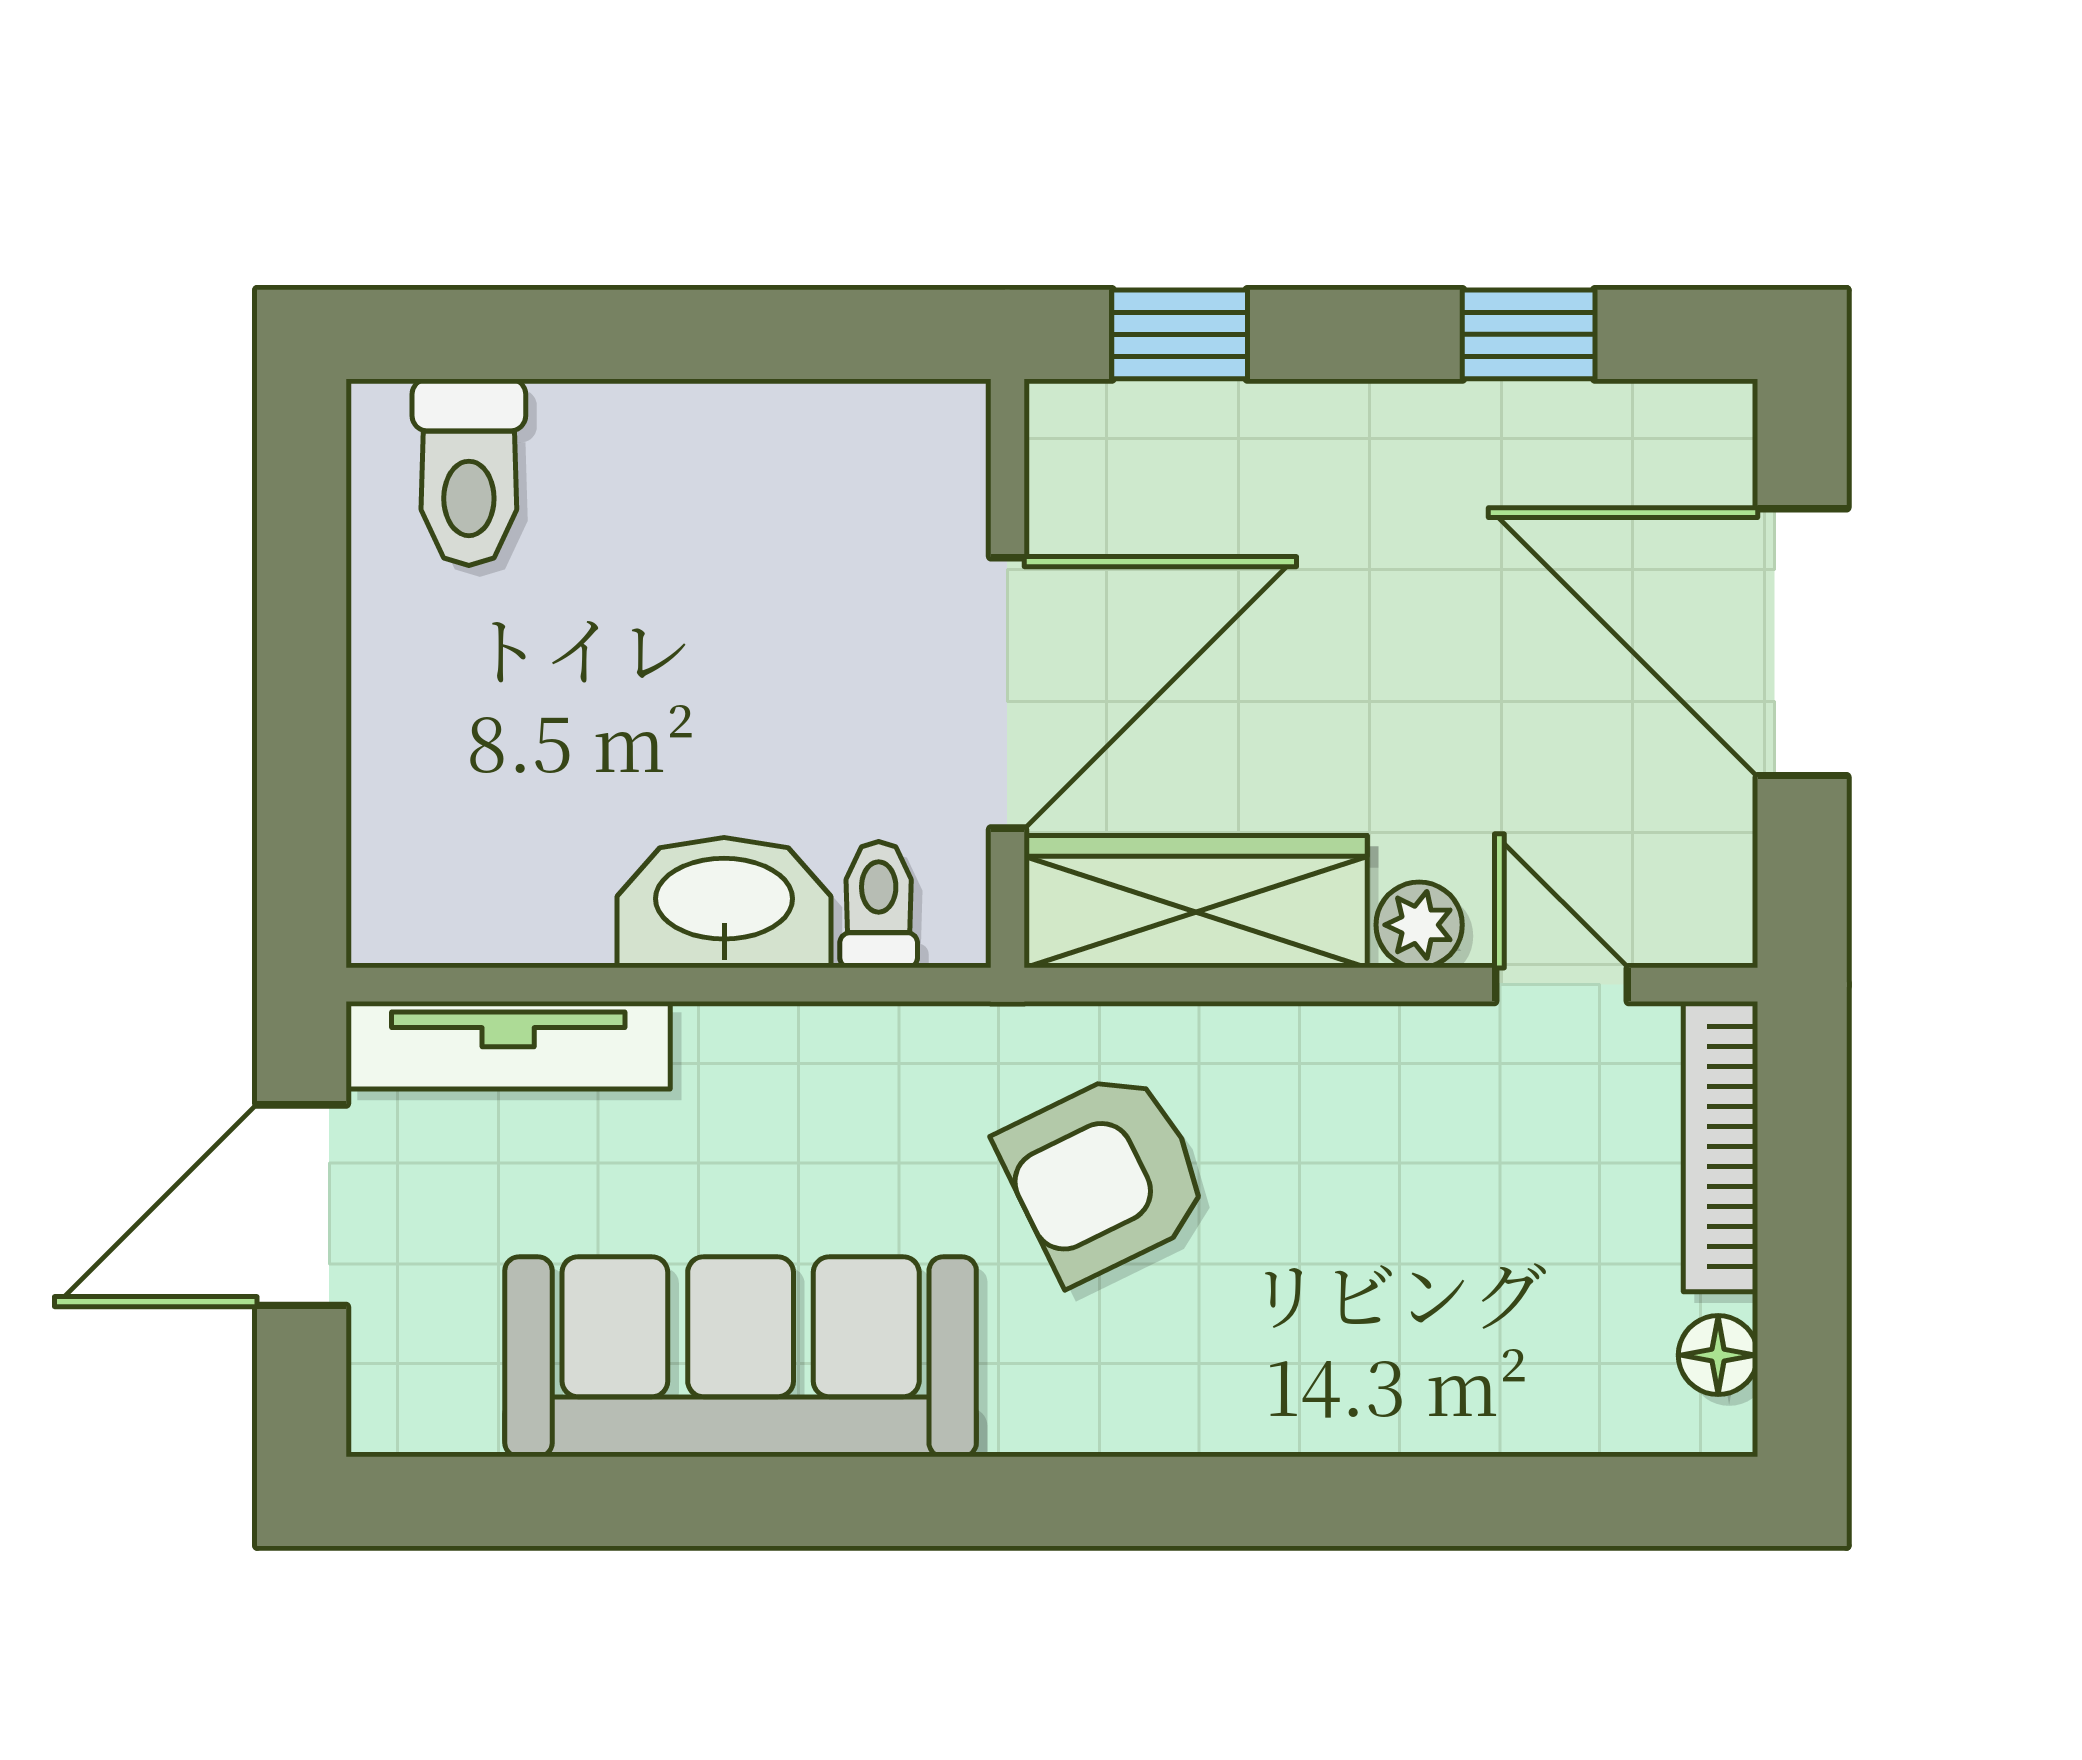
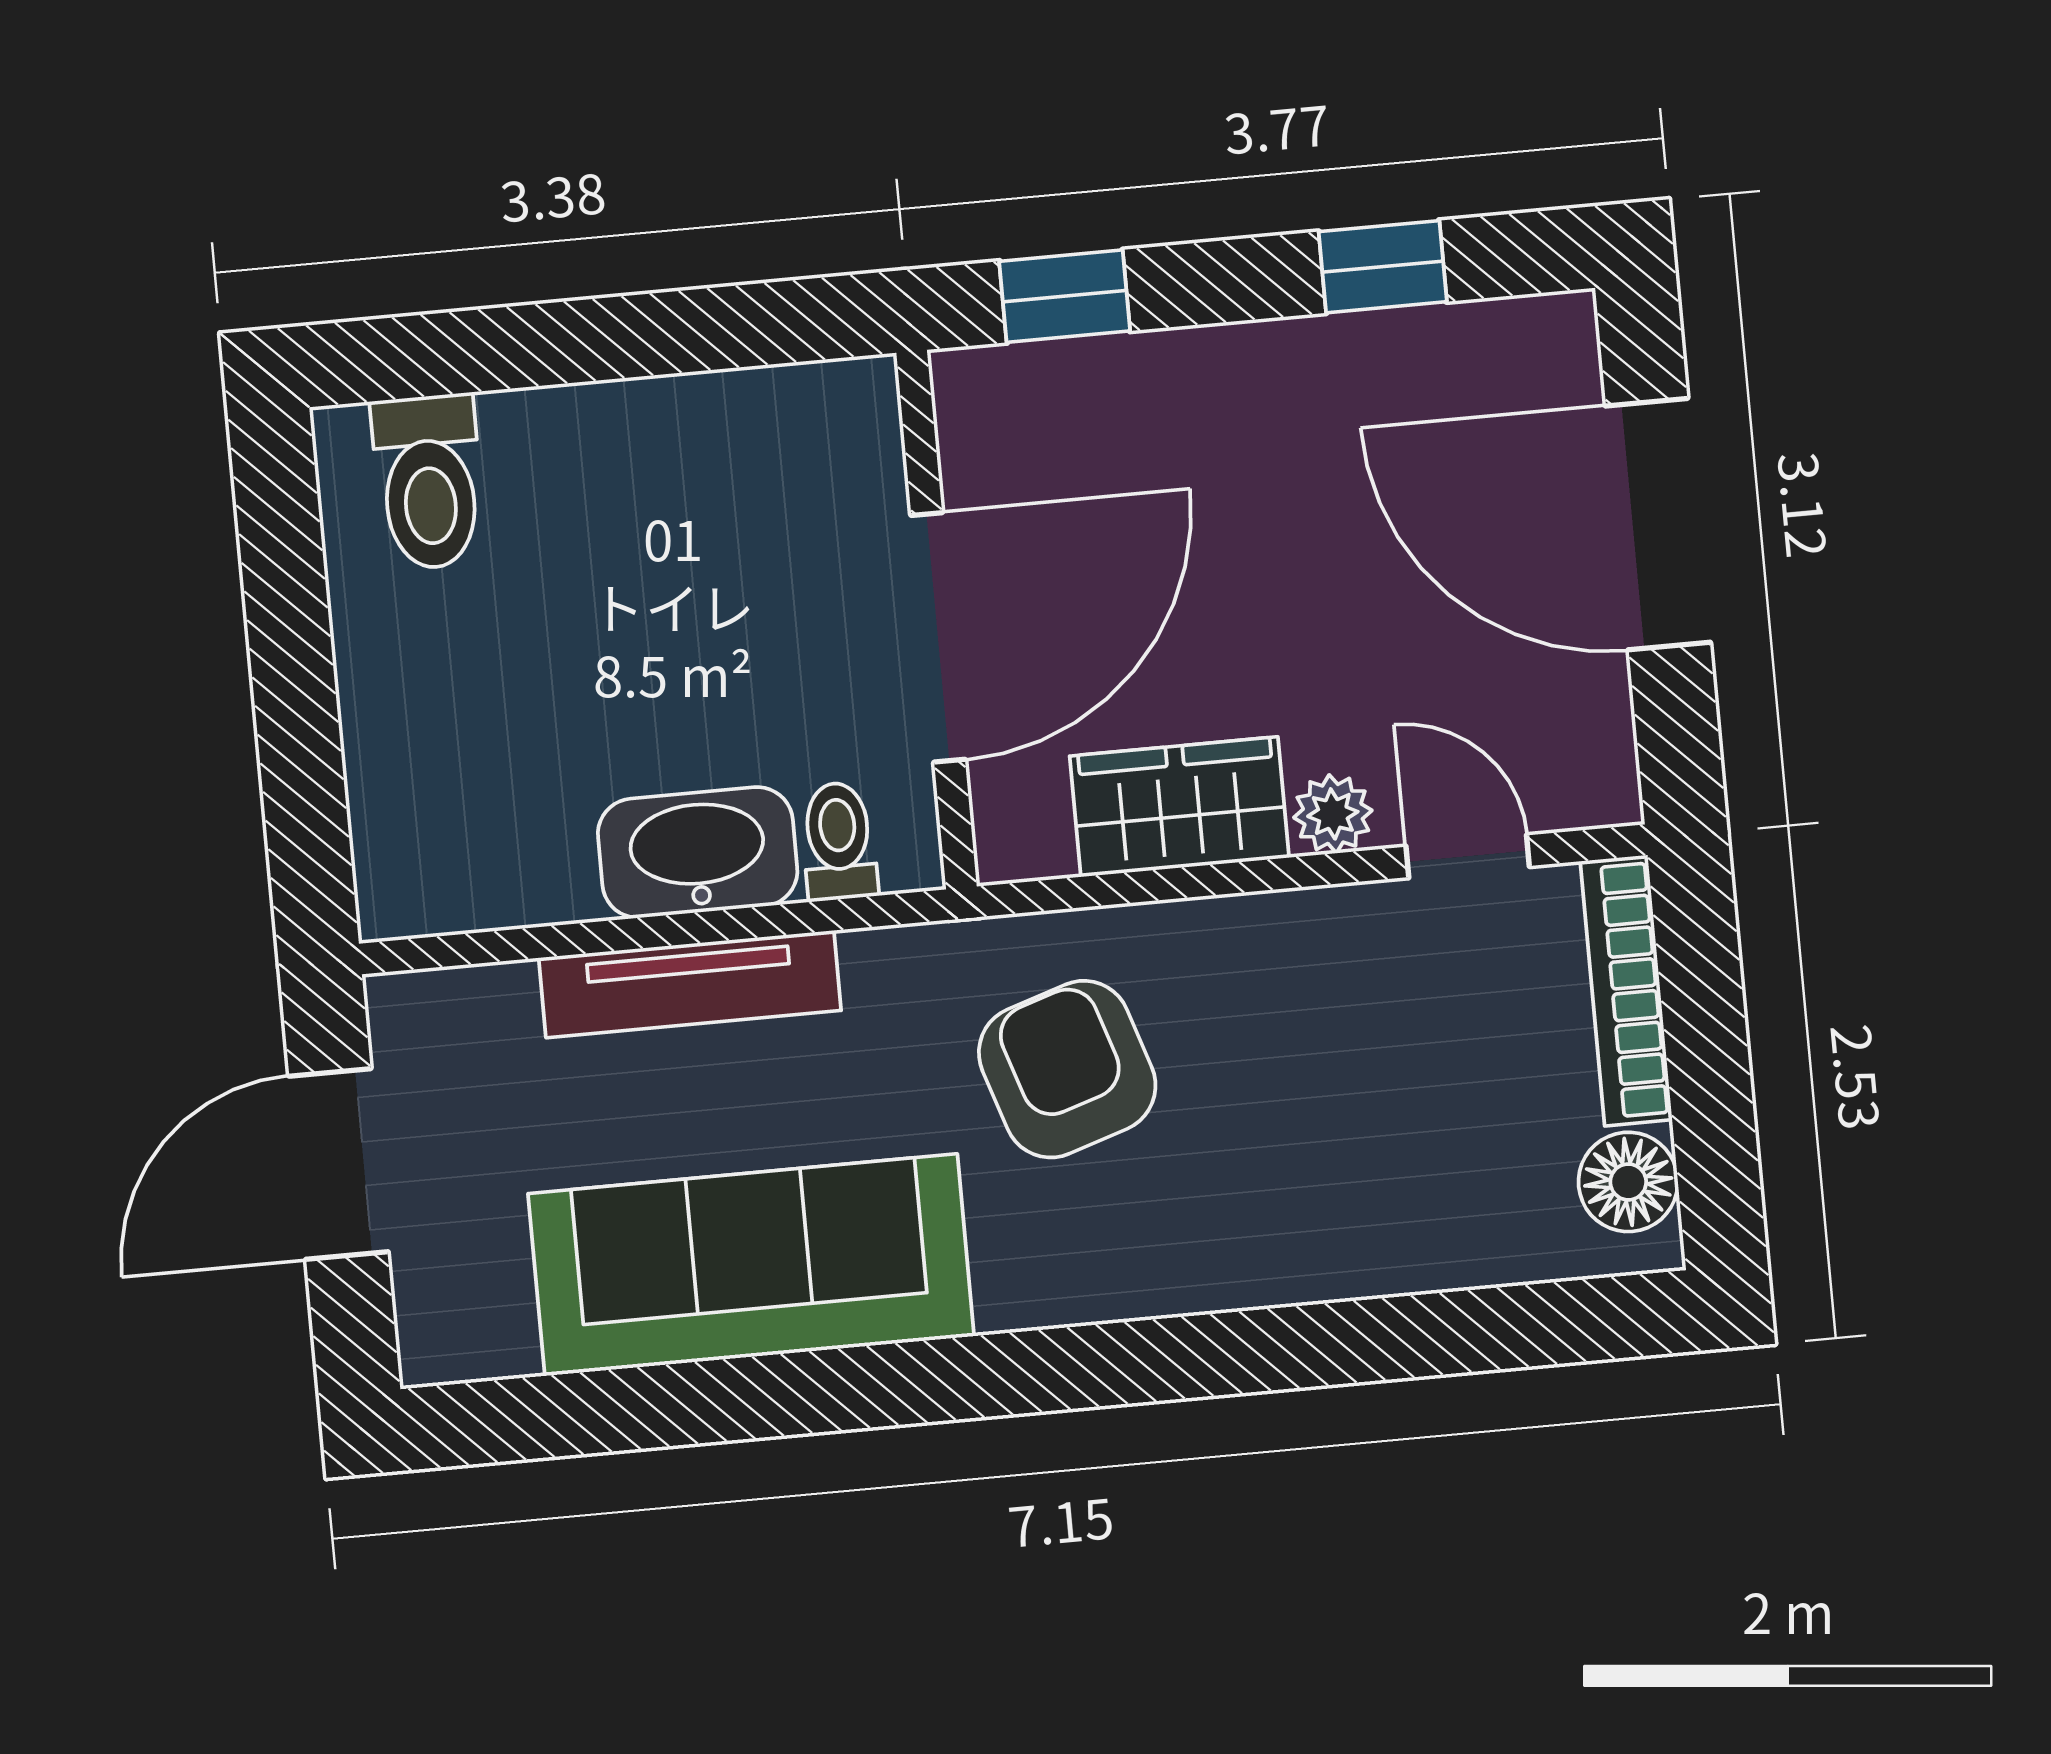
wardrobe: (1196, 902) -> (1179, 807), width x0.67
tv unit: (508, 1045) -> (690, 984), moved
armchair: (1104, 1176) -> (1067, 1069), turned 98
floor lamp: (1718, 1355) -> (1628, 1182), width x1.37, depth x1.37

